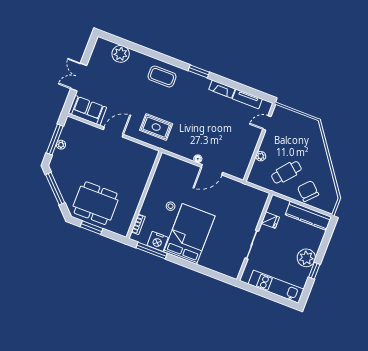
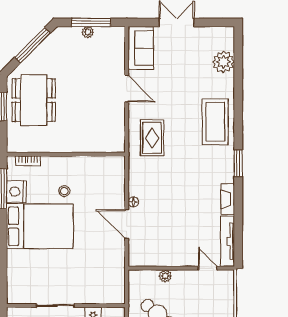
coffee table: (162, 77) -> (215, 122), width x1.36, depth x1.32
tv unit: (247, 99) -> (227, 241), width x1.41

